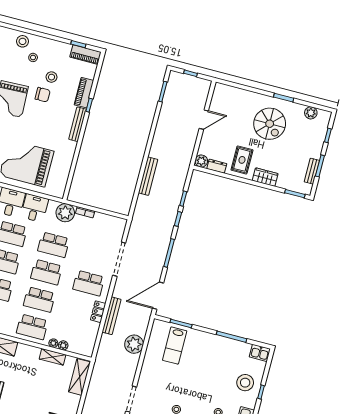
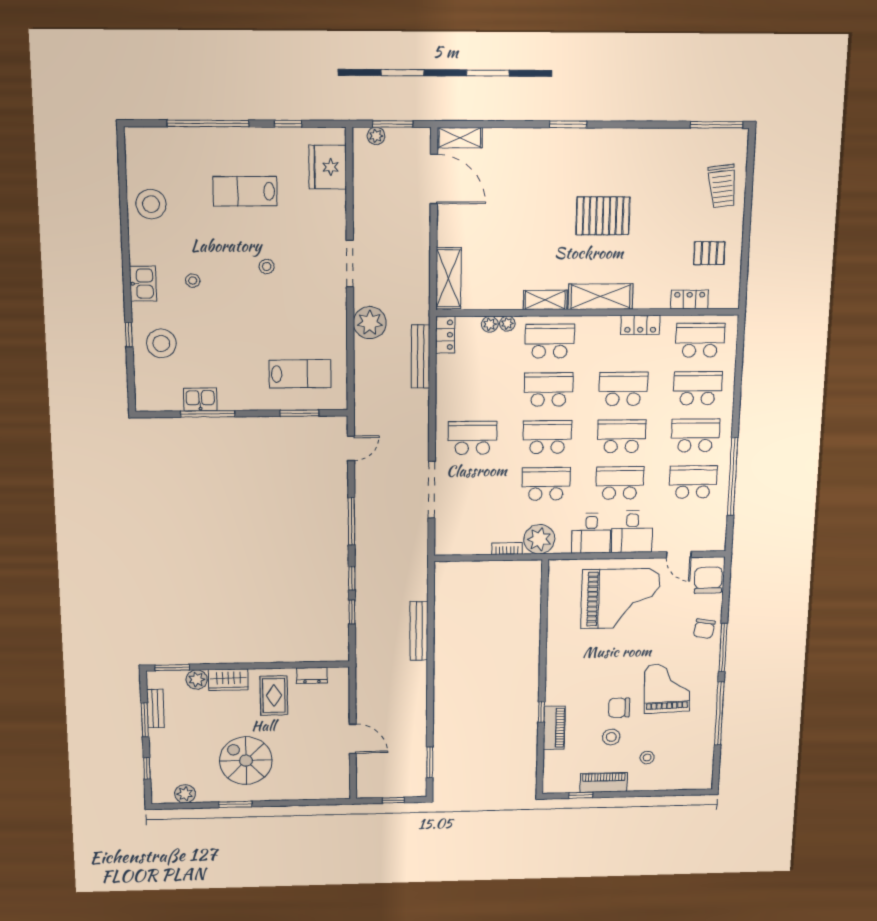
stool: (23, 41) -> (669, 776), removed
piano: (86, 55) -> (604, 782), moved
door: (204, 120) -> (353, 739), swing flipped
bench: (78, 124) -> (553, 679), removed
plant: (201, 161) -> (197, 680), moved
door: (158, 296) -> (351, 448), width x0.53
locker: (98, 312) -> (445, 335), moved
bench: (112, 316) -> (420, 356), moved
plant: (134, 344) -> (370, 323), moved
lab bench: (175, 346) -> (300, 374), turned 90
kitchen sink: (260, 353) -> (200, 399), moved
shelving: (53, 357) -> (545, 300), moved

